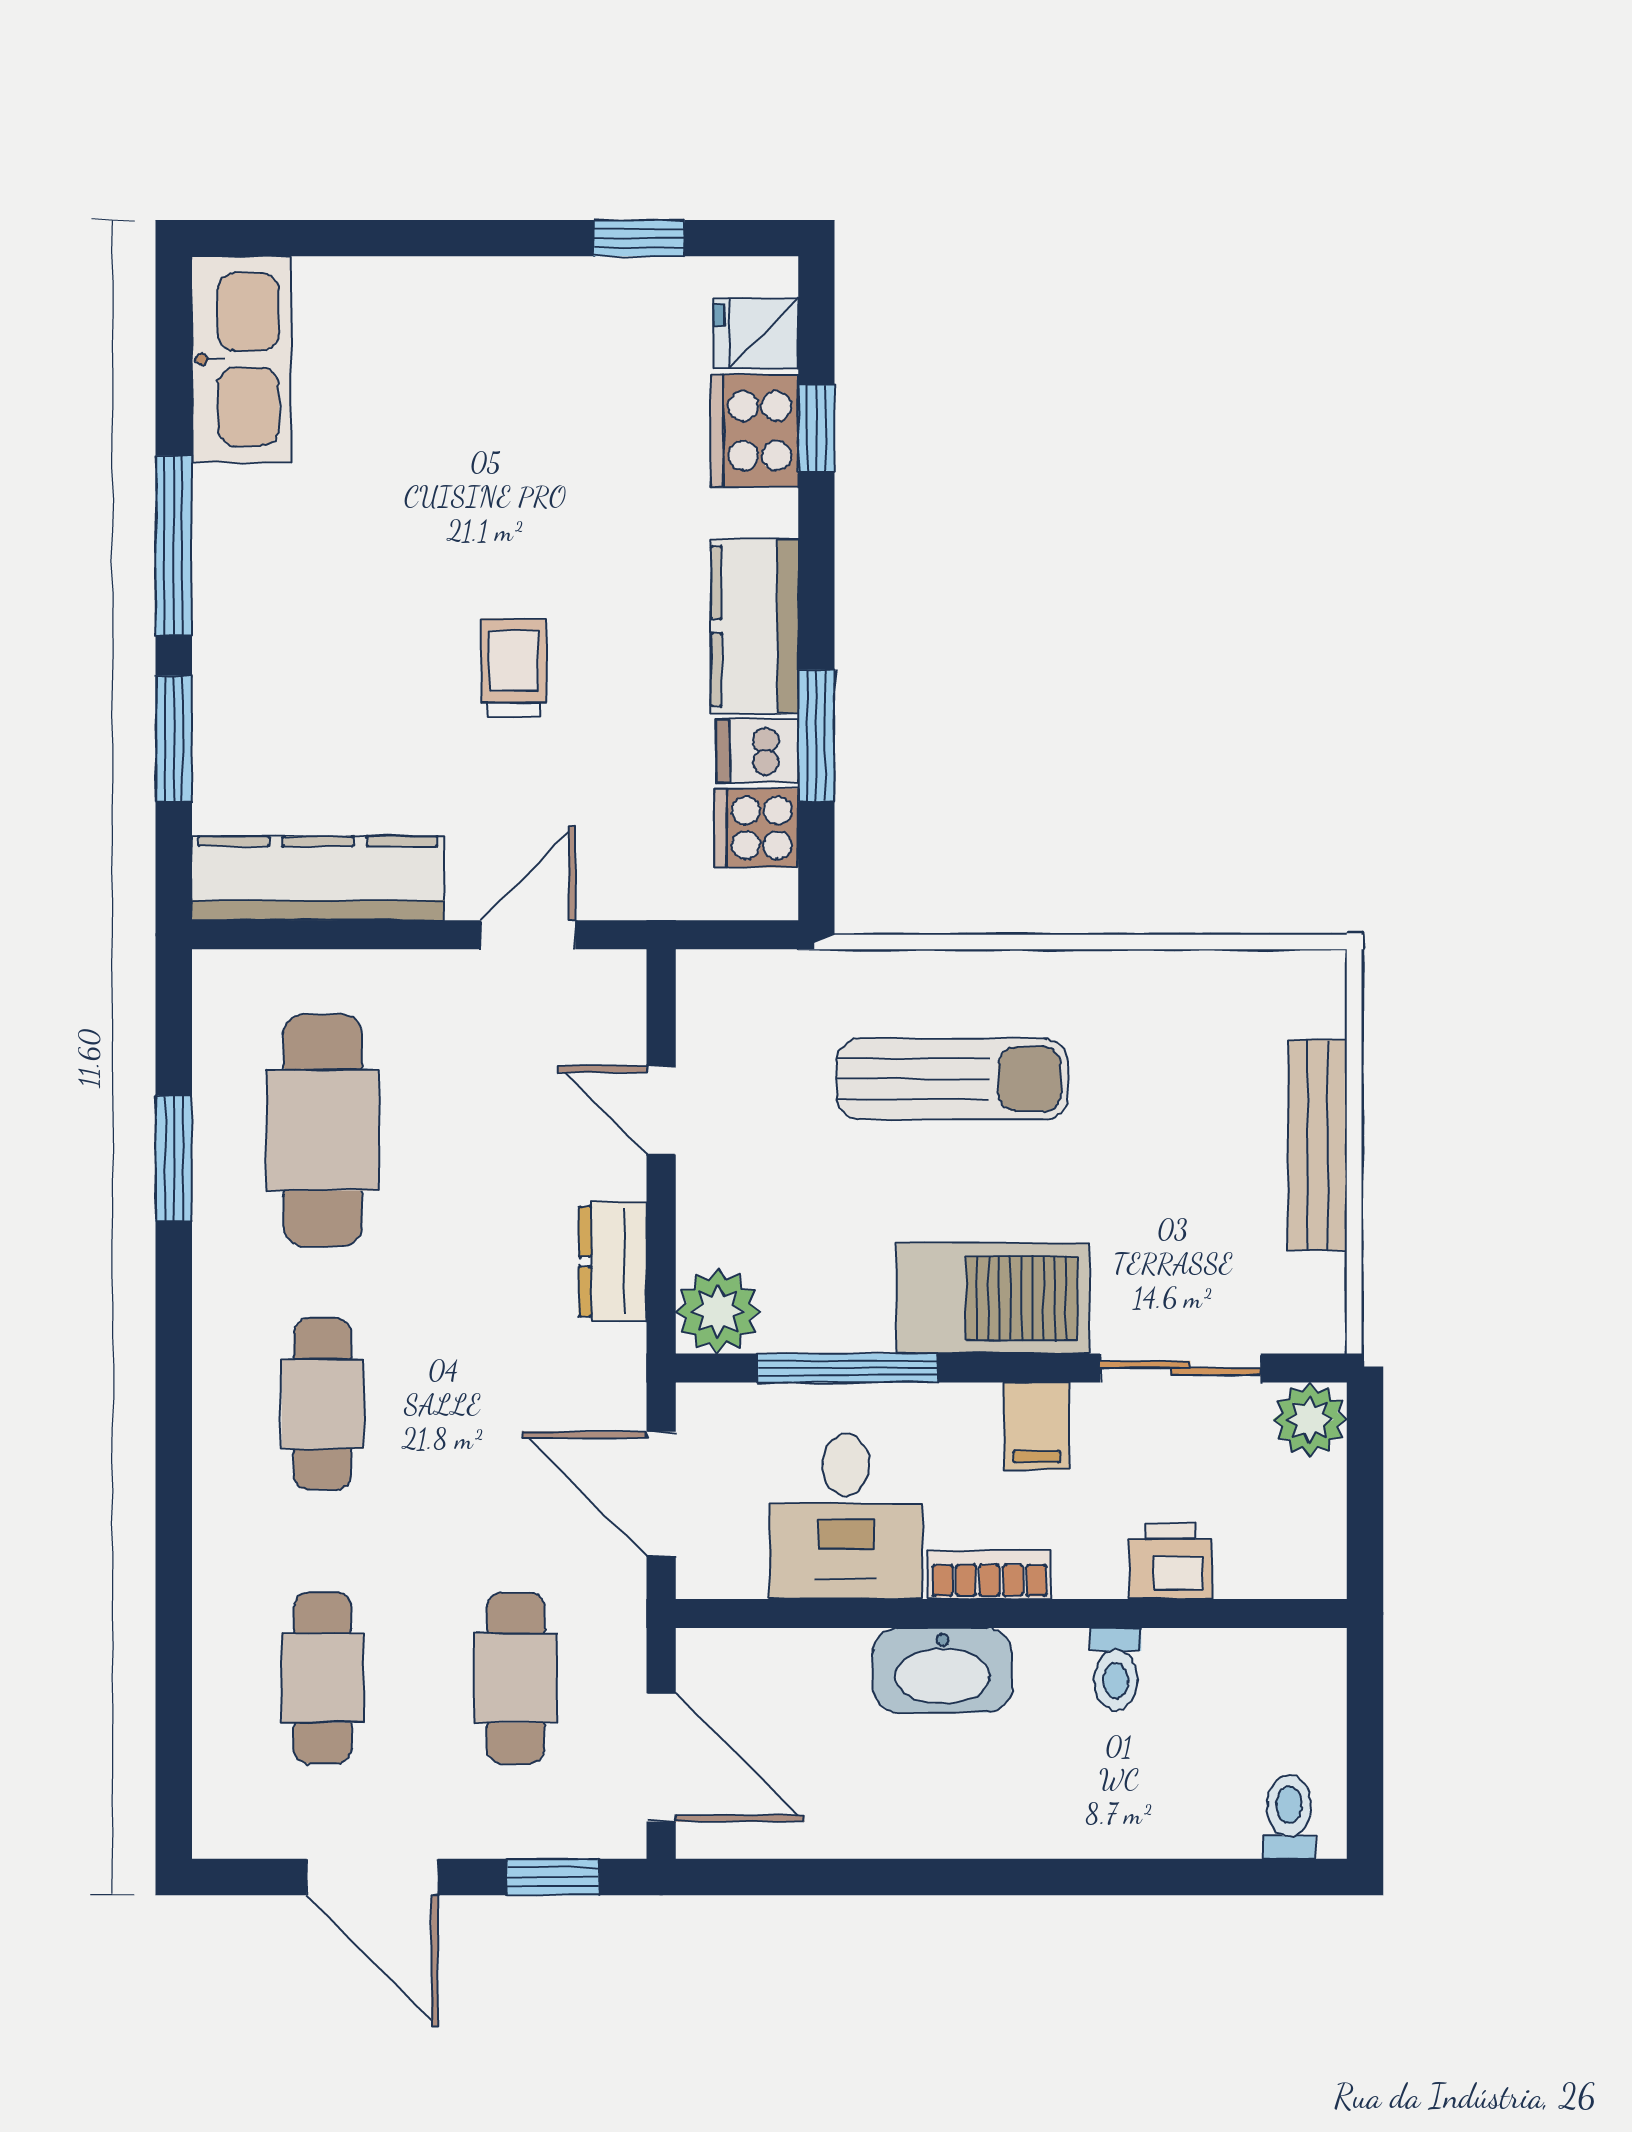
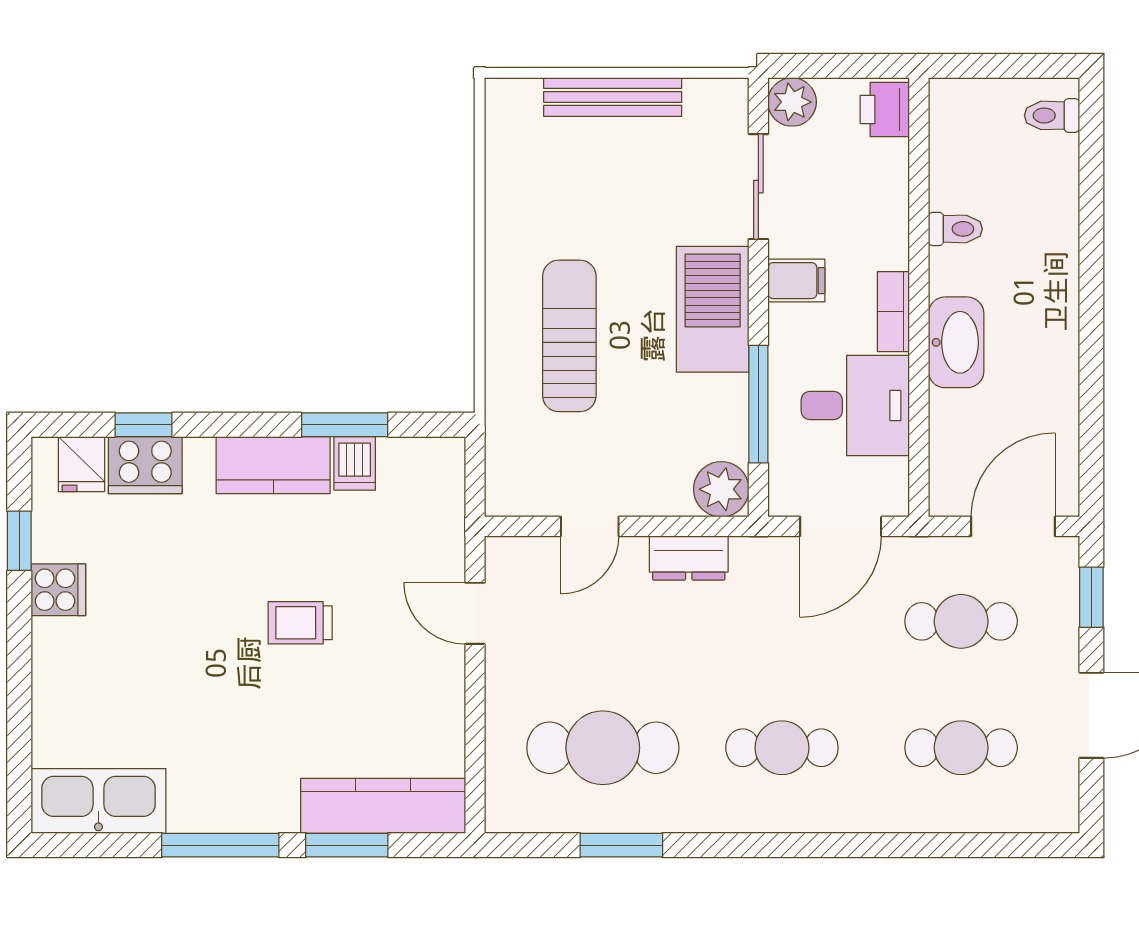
cooker: (757, 828) -> (58, 590), moved, turned -90
kitchen counter: (318, 878) -> (383, 806), moved, turned 90
printer: (1171, 1561) -> (885, 110), moved

